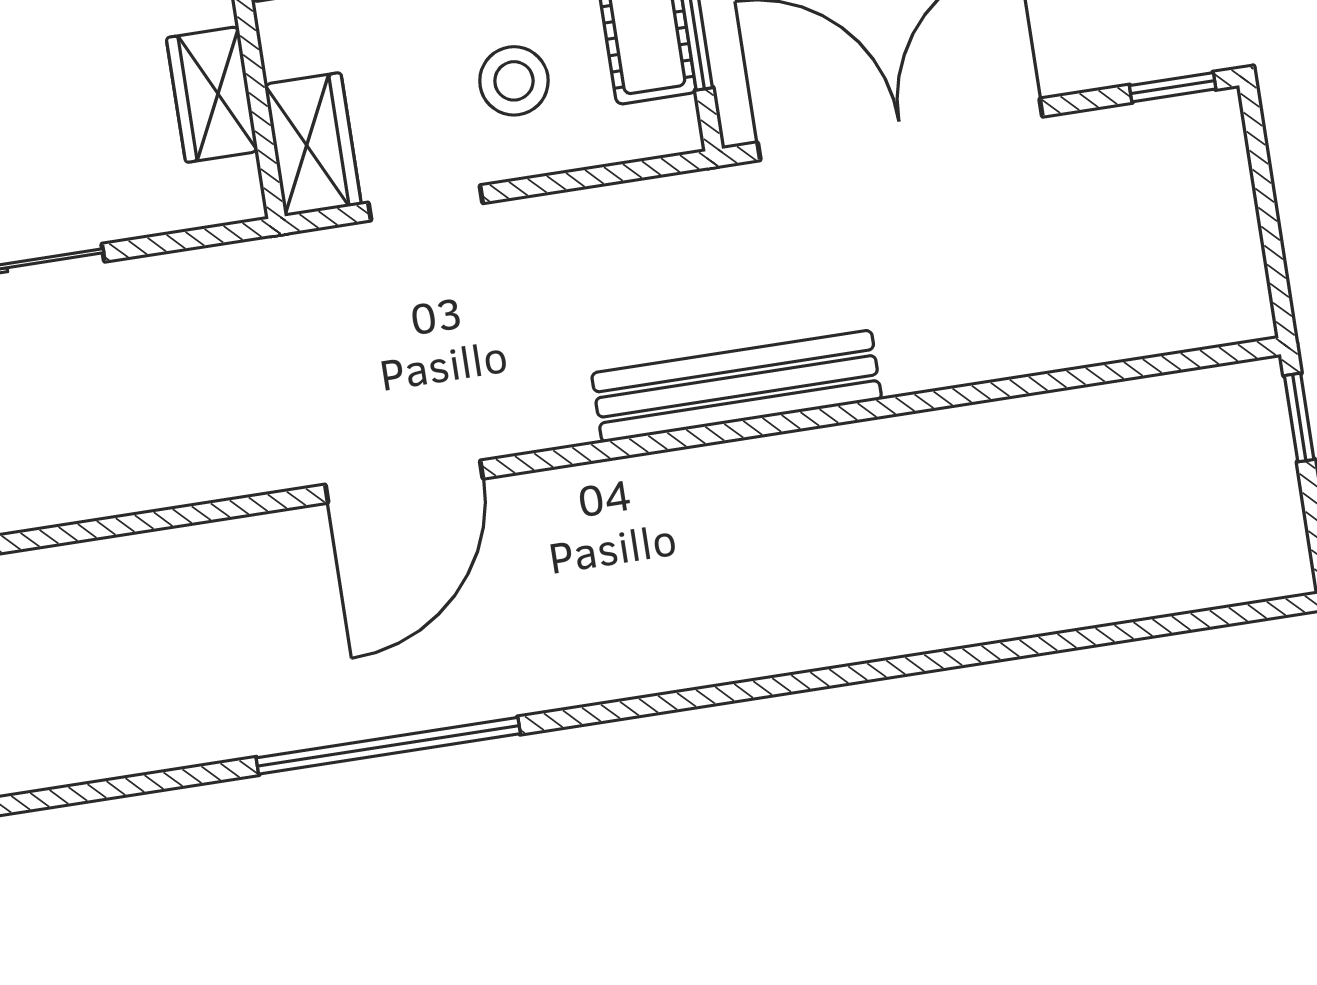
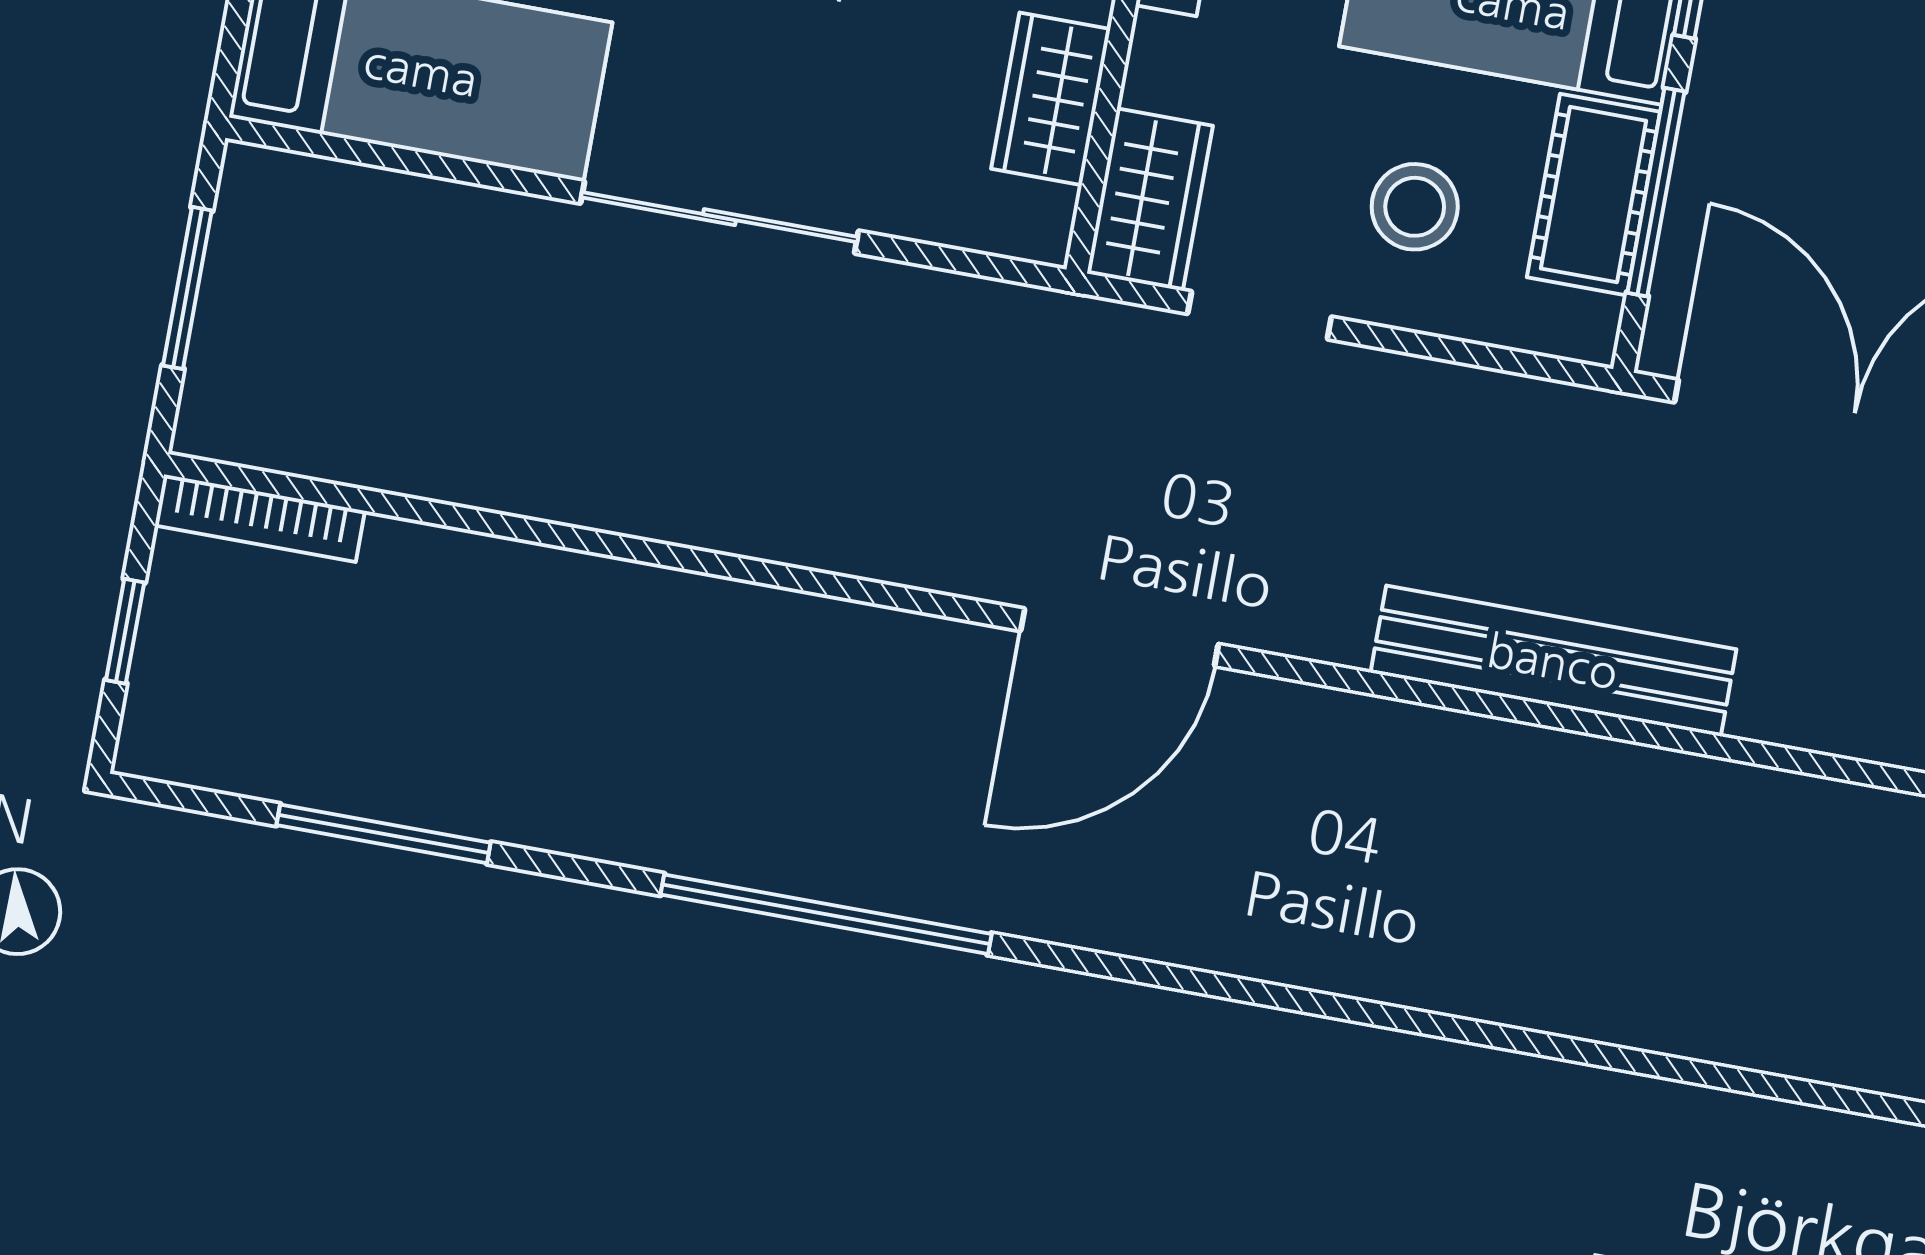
window: (388, 746) -> (826, 914), moved

